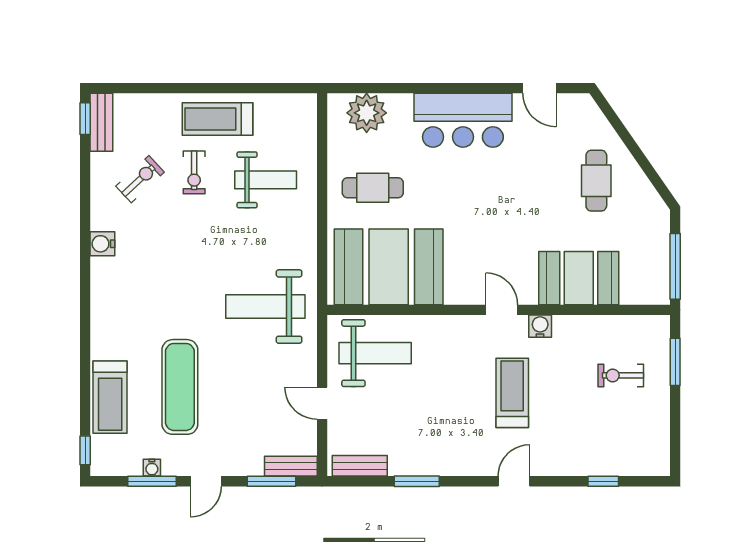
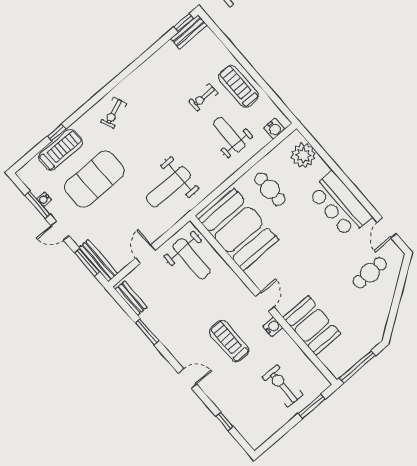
exercise bike: (140, 179) -> (114, 113), moved, turned 111
weight bench: (266, 180) -> (229, 134), turned 180
cafe table: (596, 181) -> (370, 273), moved
water cooler: (102, 244) -> (274, 129), moved, turned 180
weight bench: (265, 307) -> (168, 187), turned -90
exercise bike: (621, 375) -> (283, 386), width x1.38, depth x1.39
exercise mat: (180, 387) -> (94, 179), width x1.47
treadmill: (512, 393) -> (229, 341), turned -90
treadmill: (110, 397) -> (61, 150), turned 180
window: (85, 450) -> (57, 132), moved
bench: (291, 466) -> (98, 261), width x1.36

